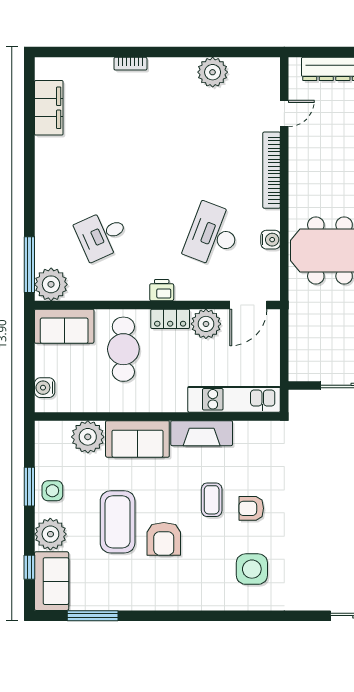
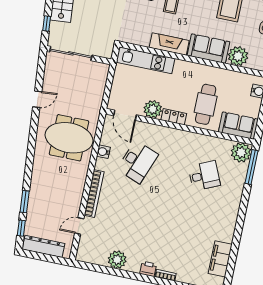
printer: (162, 290) -> (148, 269), moved, turned 180
door: (248, 305) -> (125, 115), swing flipped

